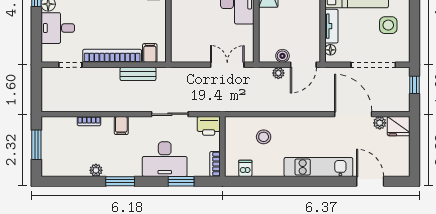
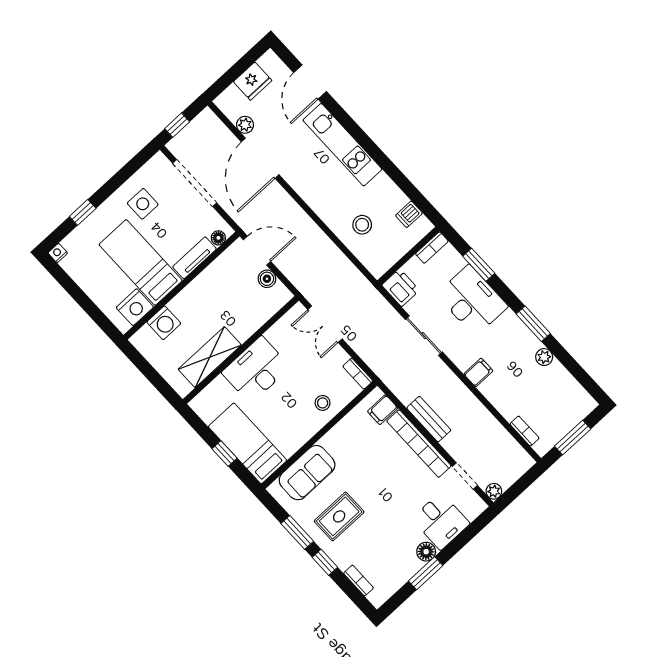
stool: (184, 23) -> (323, 403), added
bookcase: (183, 58) -> (358, 374), added
plant: (278, 73) -> (494, 491), moved
bench: (138, 74) -> (429, 419), moved
bookcase: (89, 121) -> (524, 431), moved
fridge: (399, 126) -> (253, 81), moved, turned 90

